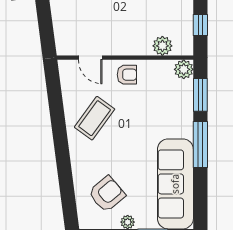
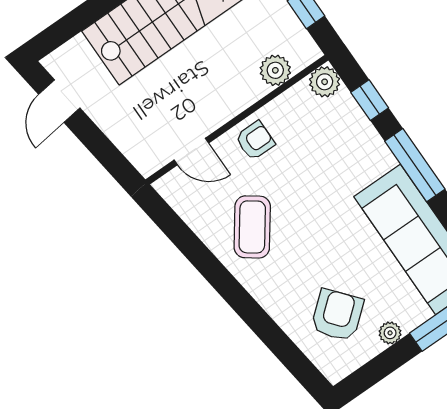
window: (200, 95) -> (370, 100), width x0.67

